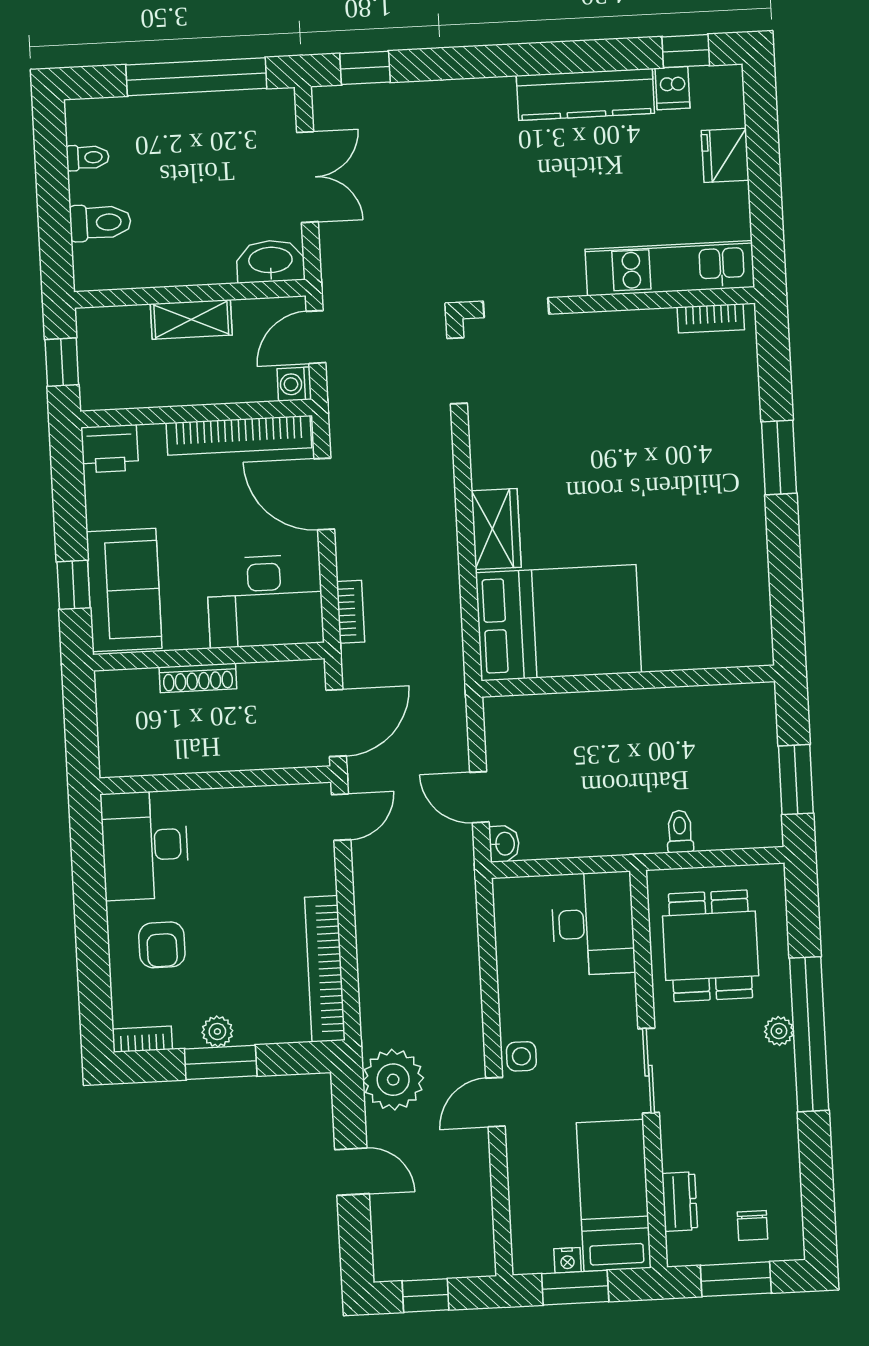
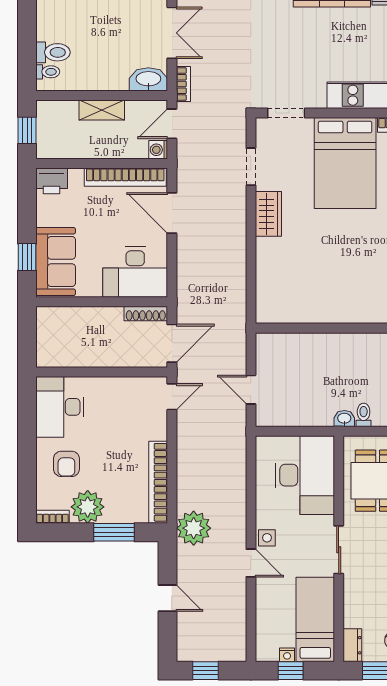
toilet: (88, 157) -> (48, 72), moved
doorway: (457, 371) -> (251, 167), moved
wardrobe: (496, 529) -> (268, 214), moved
bookcase: (351, 612) -> (183, 84), moved
bed: (558, 623) -> (345, 163), moved, turned 90
shoe rack: (198, 678) -> (146, 314), moved
washbasin: (504, 844) -> (344, 419), moved, turned -90
desk: (593, 924) -> (305, 475), width x1.36, depth x1.30
plant: (217, 1031) -> (88, 507), width x1.88, depth x1.88
window: (221, 1062) -> (114, 532), moved
plant: (393, 1080) -> (194, 528), moved
door: (495, 1102) -> (251, 563), swing flipped
dresser: (680, 1202) -> (352, 645), moved
window: (575, 1288) -> (291, 671), width x0.67

